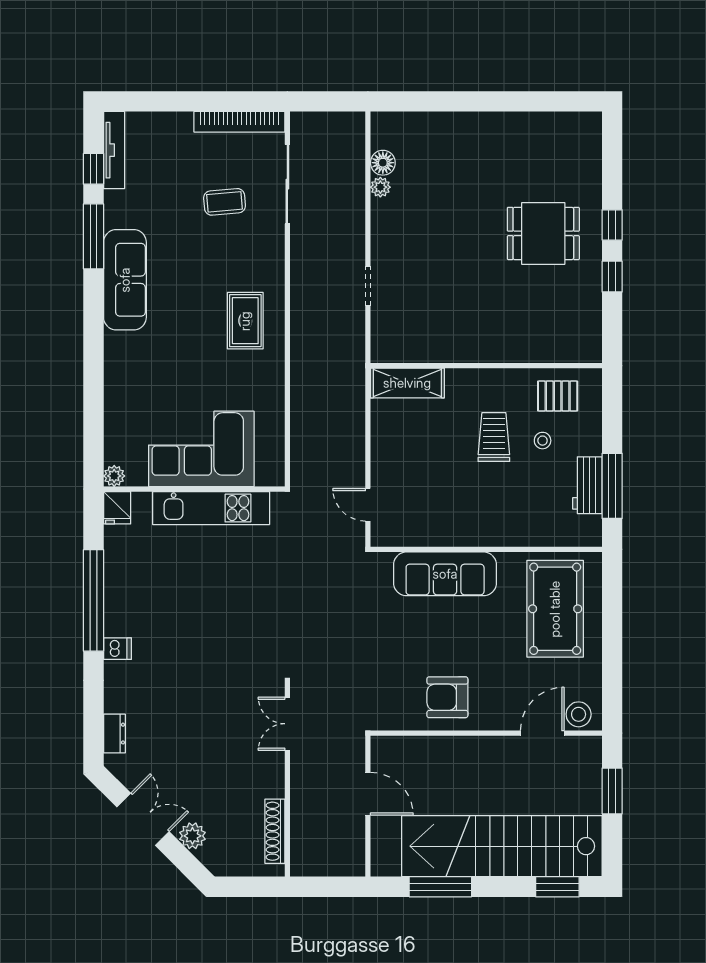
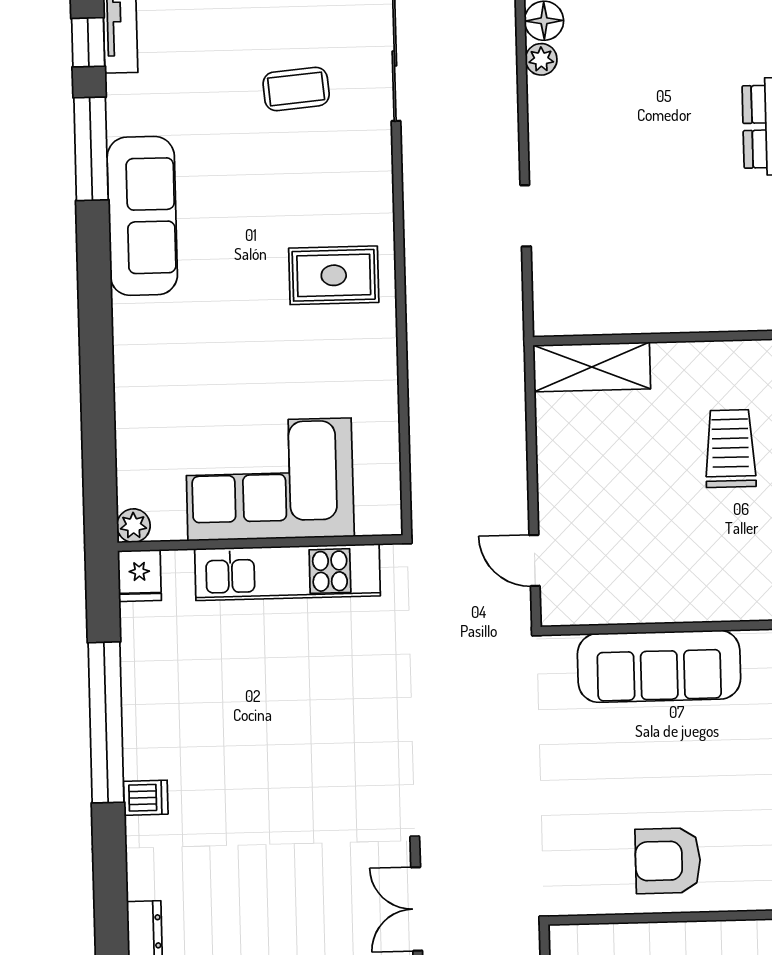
rug: (245, 321) -> (334, 275), turned 90

